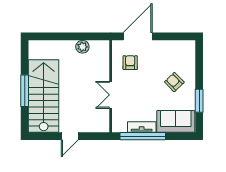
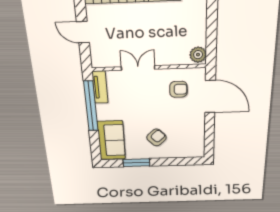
plant: (82, 47) -> (198, 55), moved
tv unit: (142, 127) -> (100, 87), moved
door: (70, 136) -> (83, 32), moved

